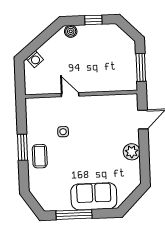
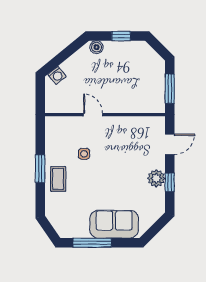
window: (144, 155) -> (170, 182), added

